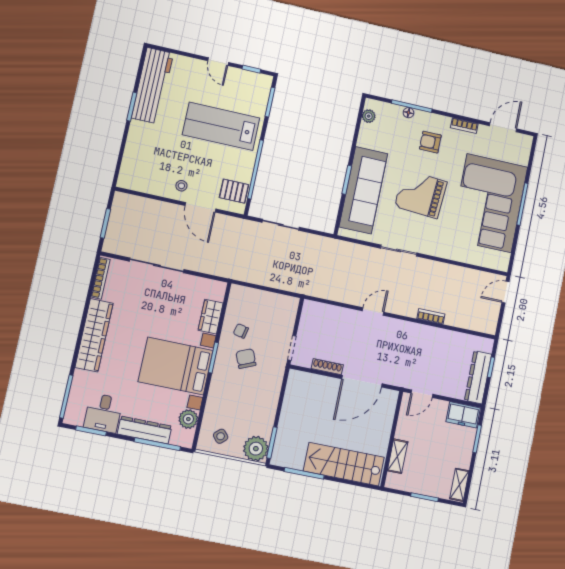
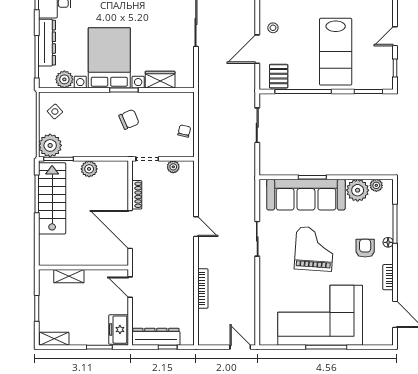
floor lamp: (408, 113) -> (388, 242), moved
lab bench: (221, 126) -> (336, 52), turned 180
plant: (370, 136) -> (358, 190), added
bookcase: (431, 316) -> (203, 288), width x1.56
plant: (306, 322) -> (173, 167), added
chair: (241, 331) -> (184, 131), moved
plant: (289, 412) -> (89, 169), added
stairs: (344, 464) -> (52, 198), moved

